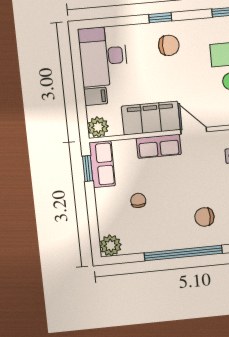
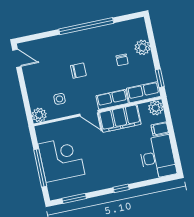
chair: (169, 45) -> (113, 170), removed
row of seats: (102, 164) -> (144, 92), moved, turned 90
chair: (204, 217) -> (78, 71), moved
plant: (111, 245) -> (143, 47), moved

